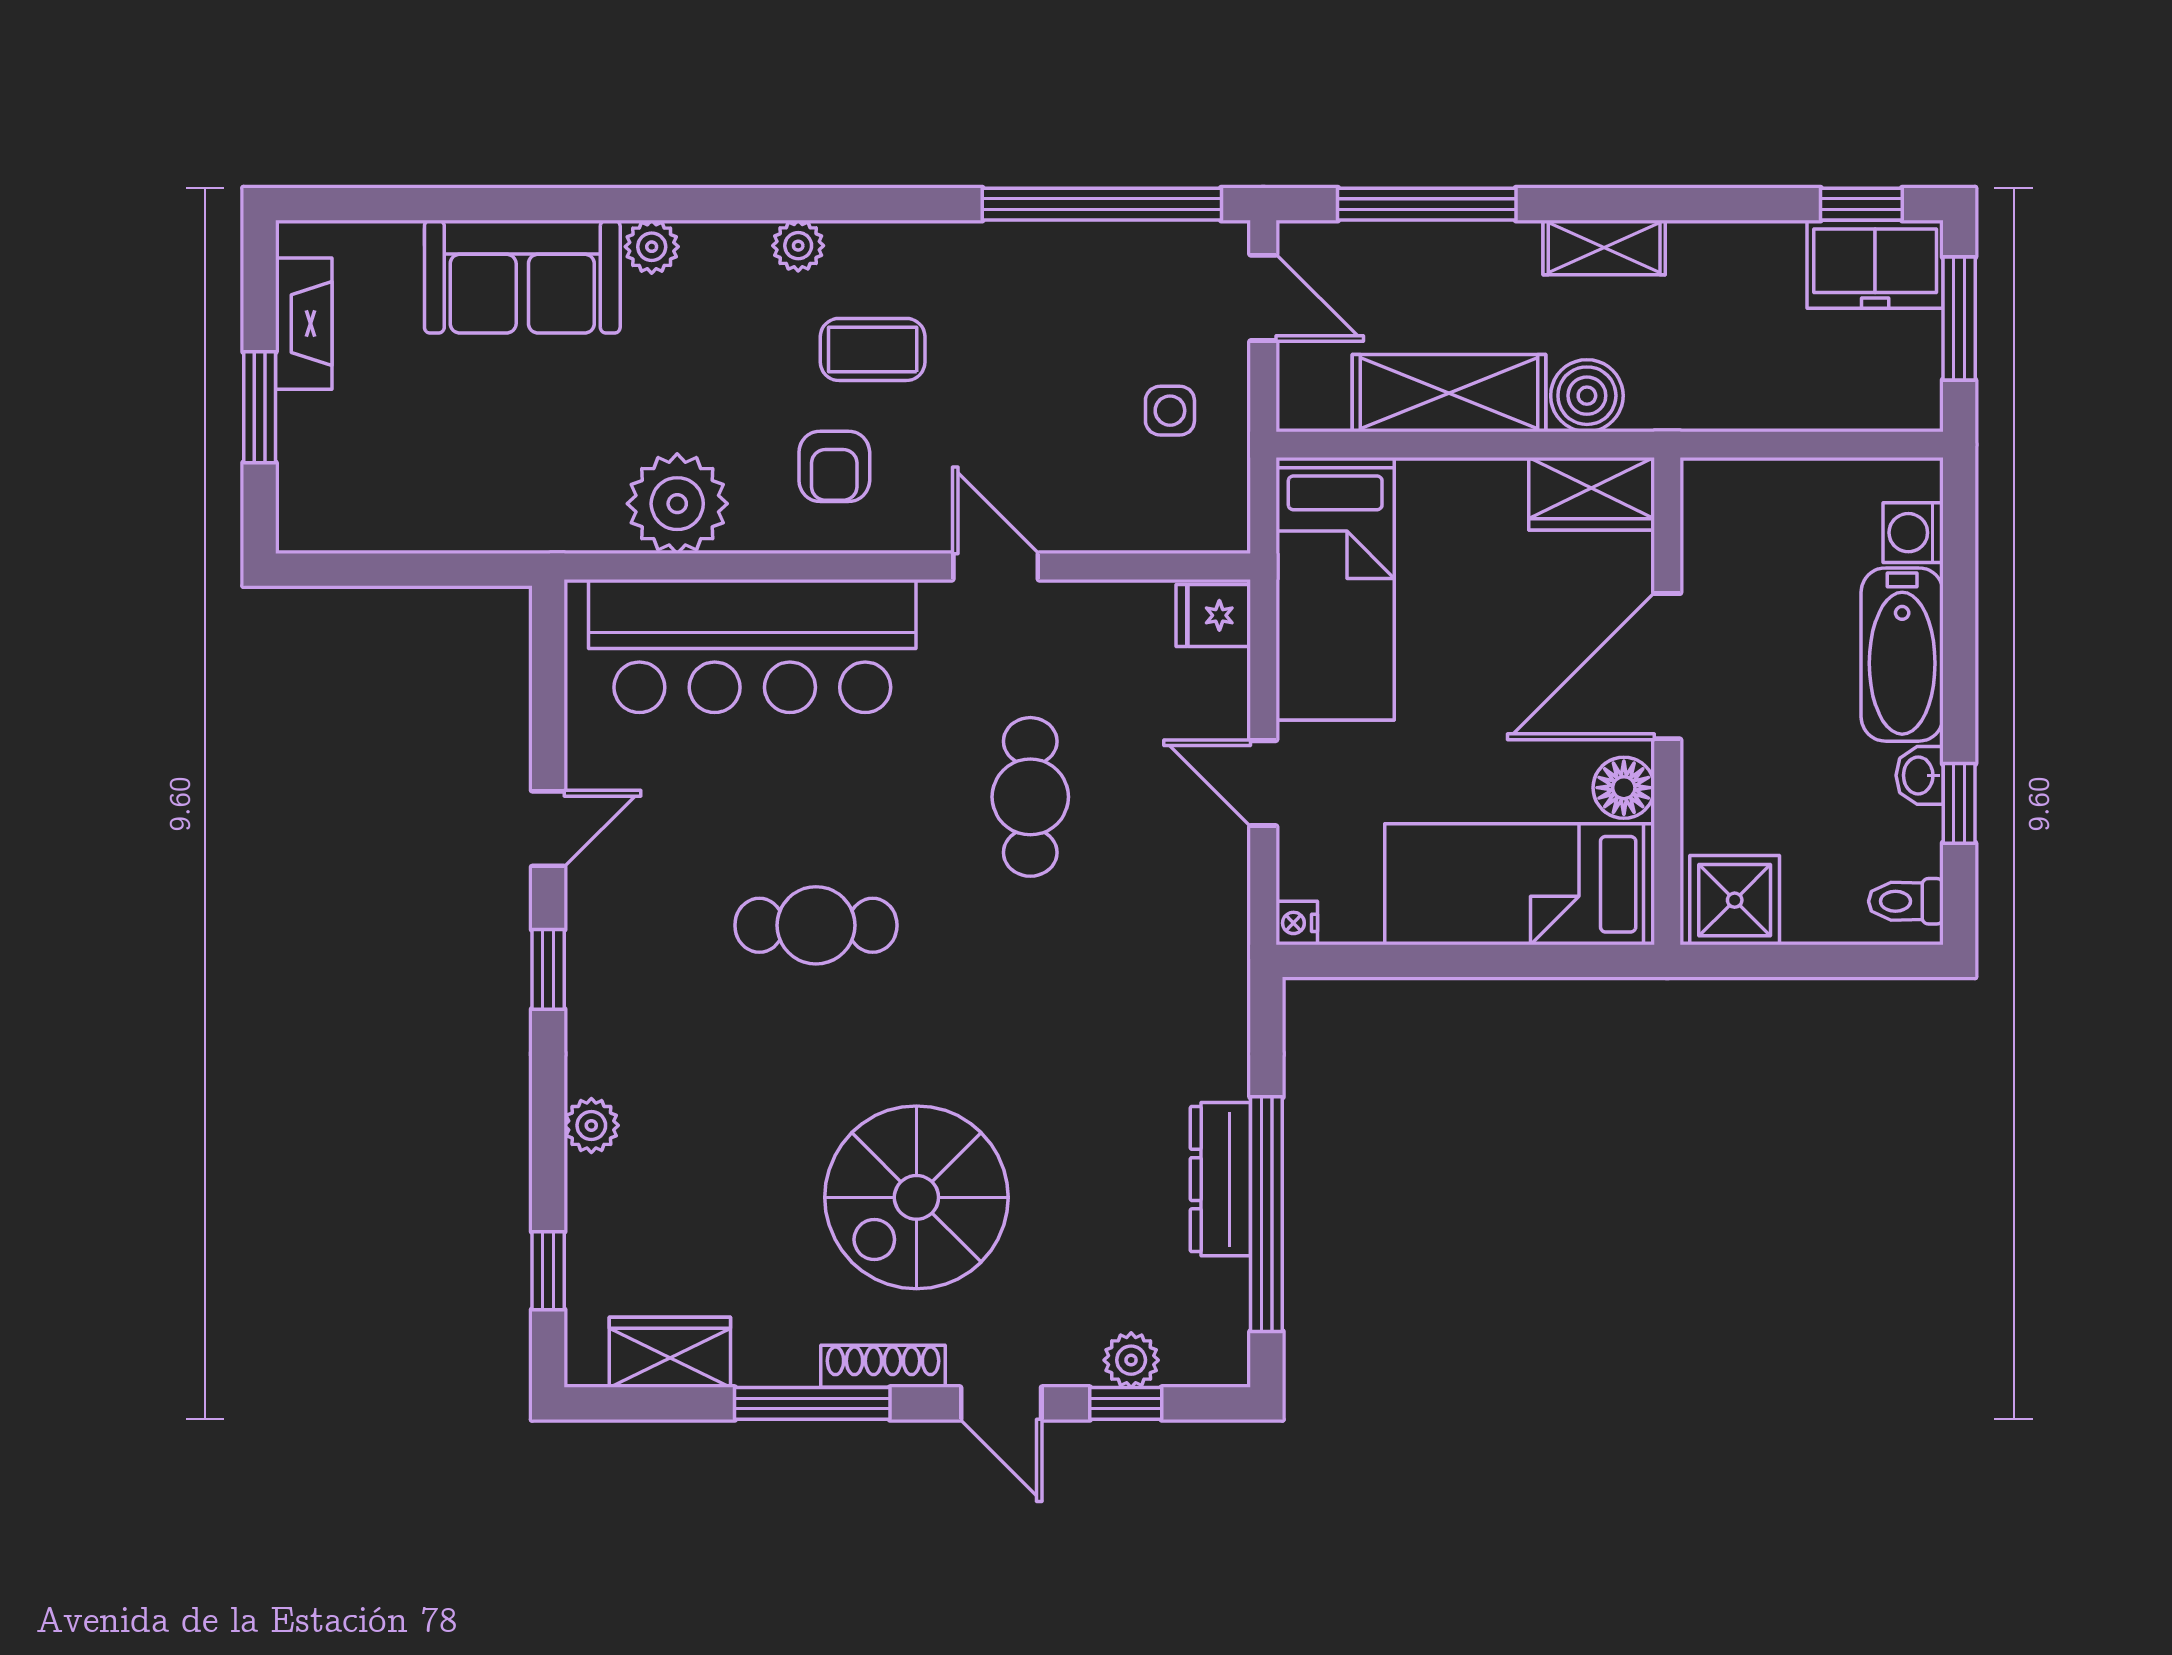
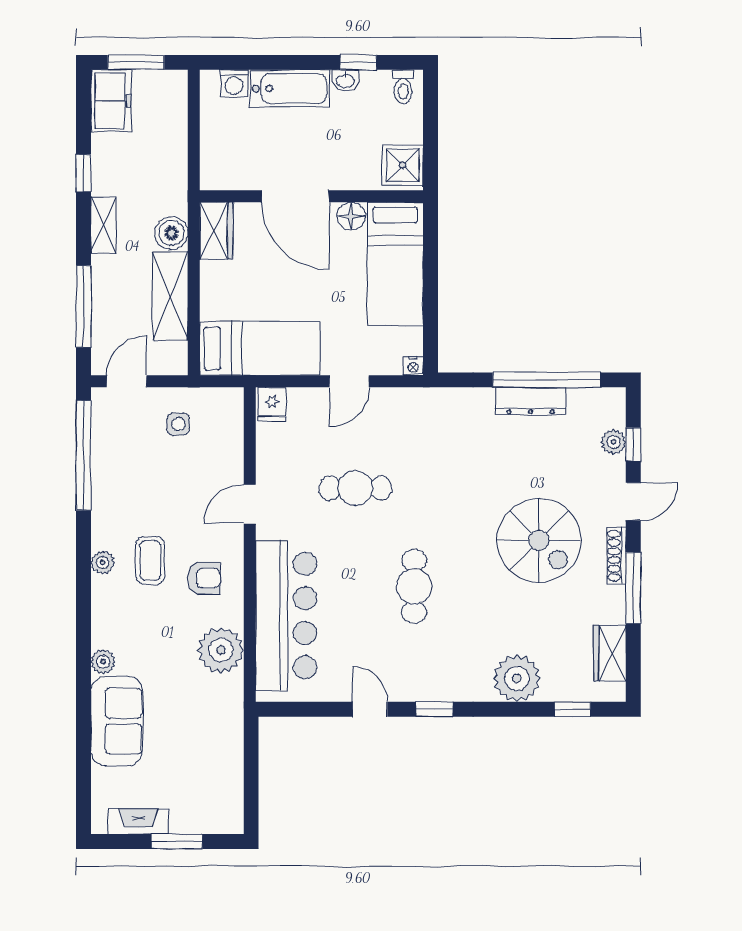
window: (1861, 204) -> (84, 173), moved
plant: (798, 246) -> (103, 563), moved
plant: (591, 1125) -> (517, 678), width x1.87, depth x1.87

